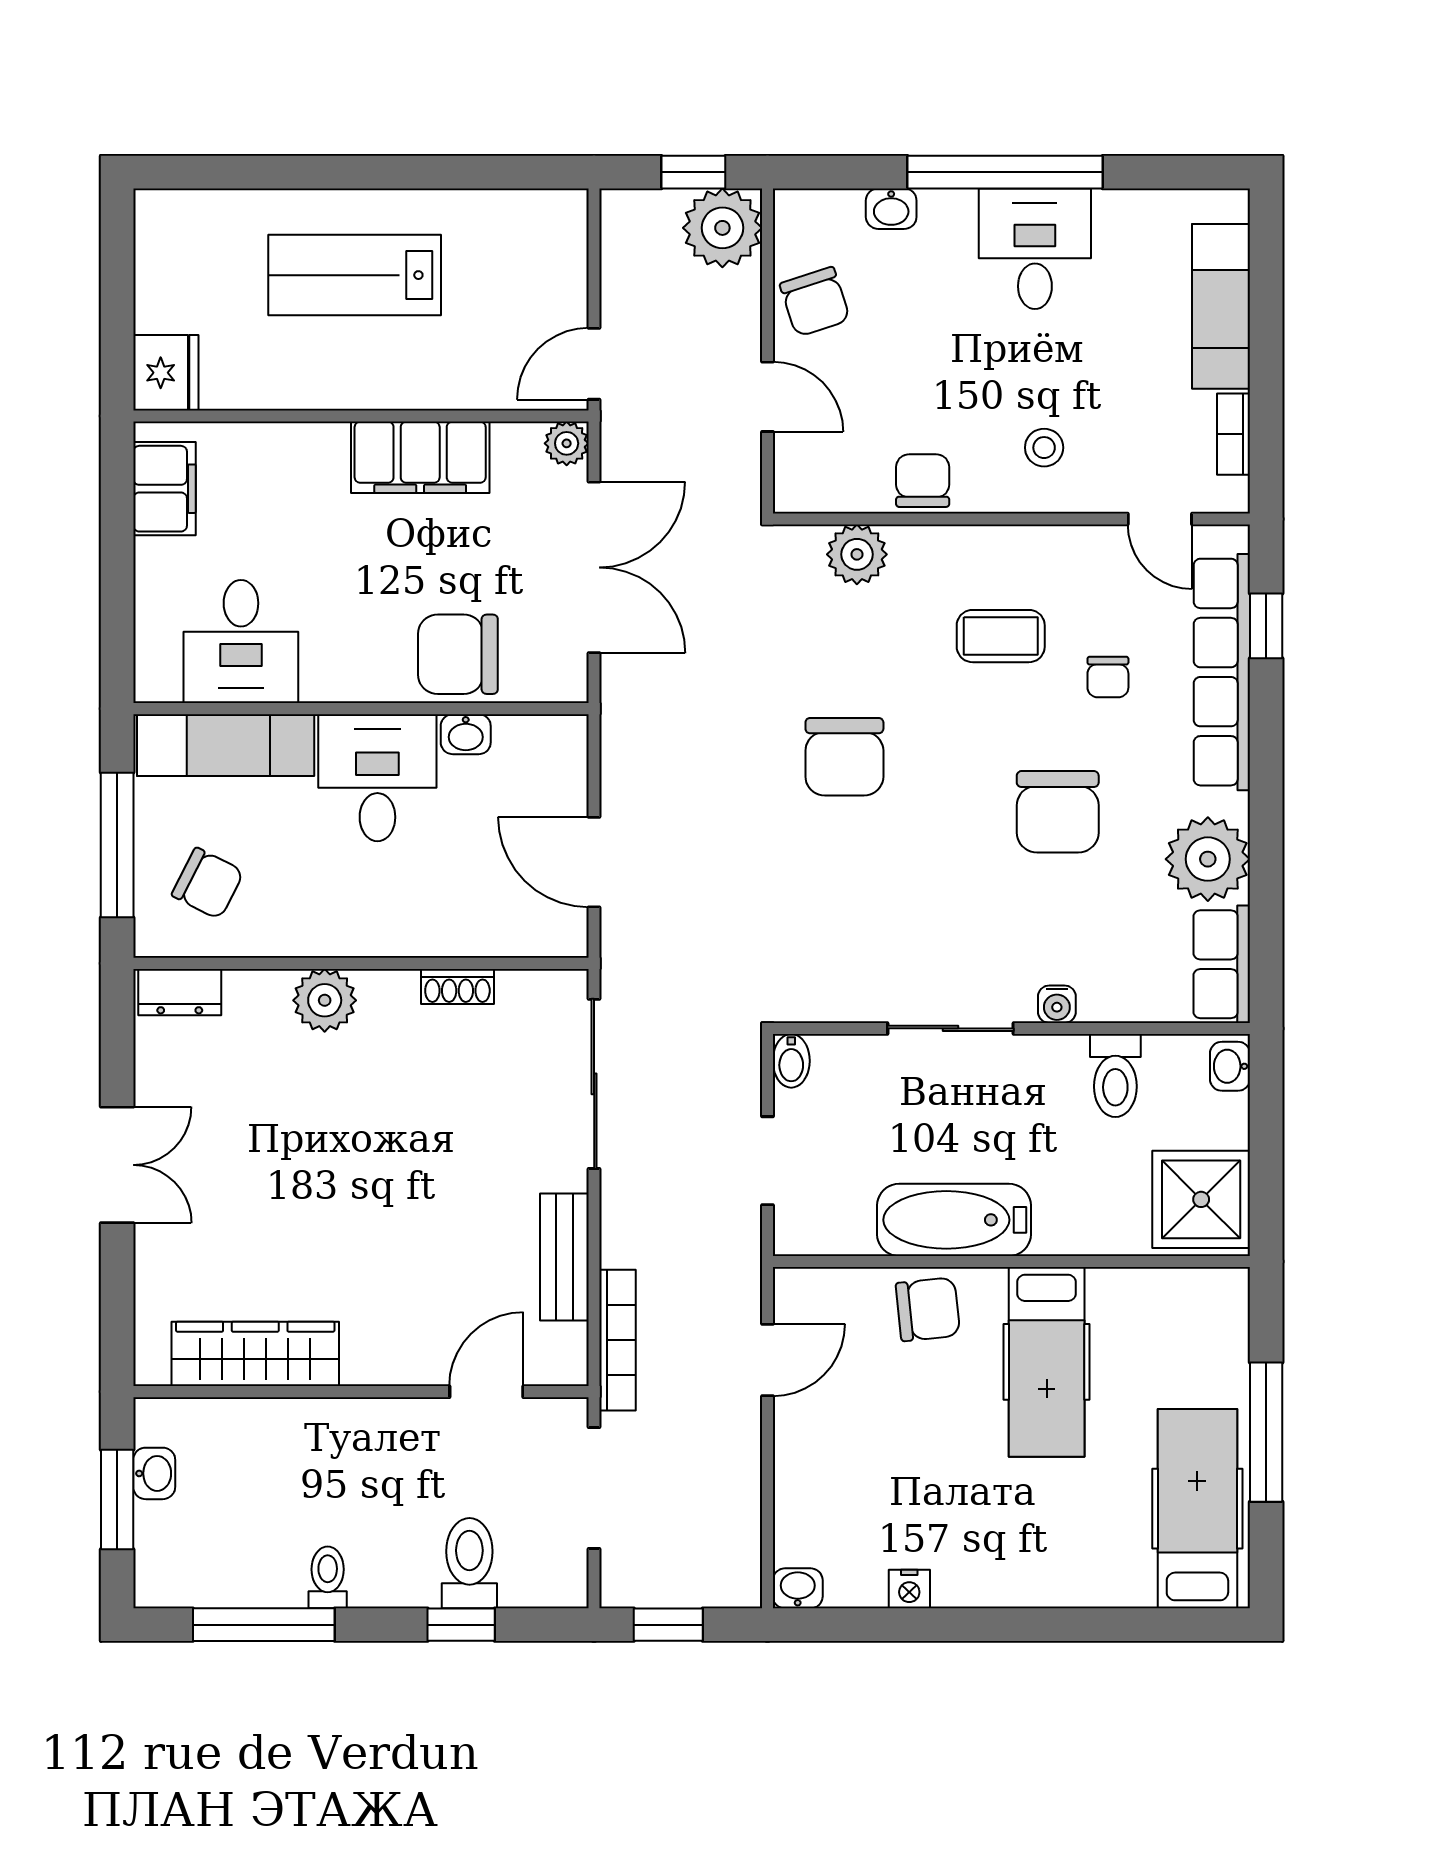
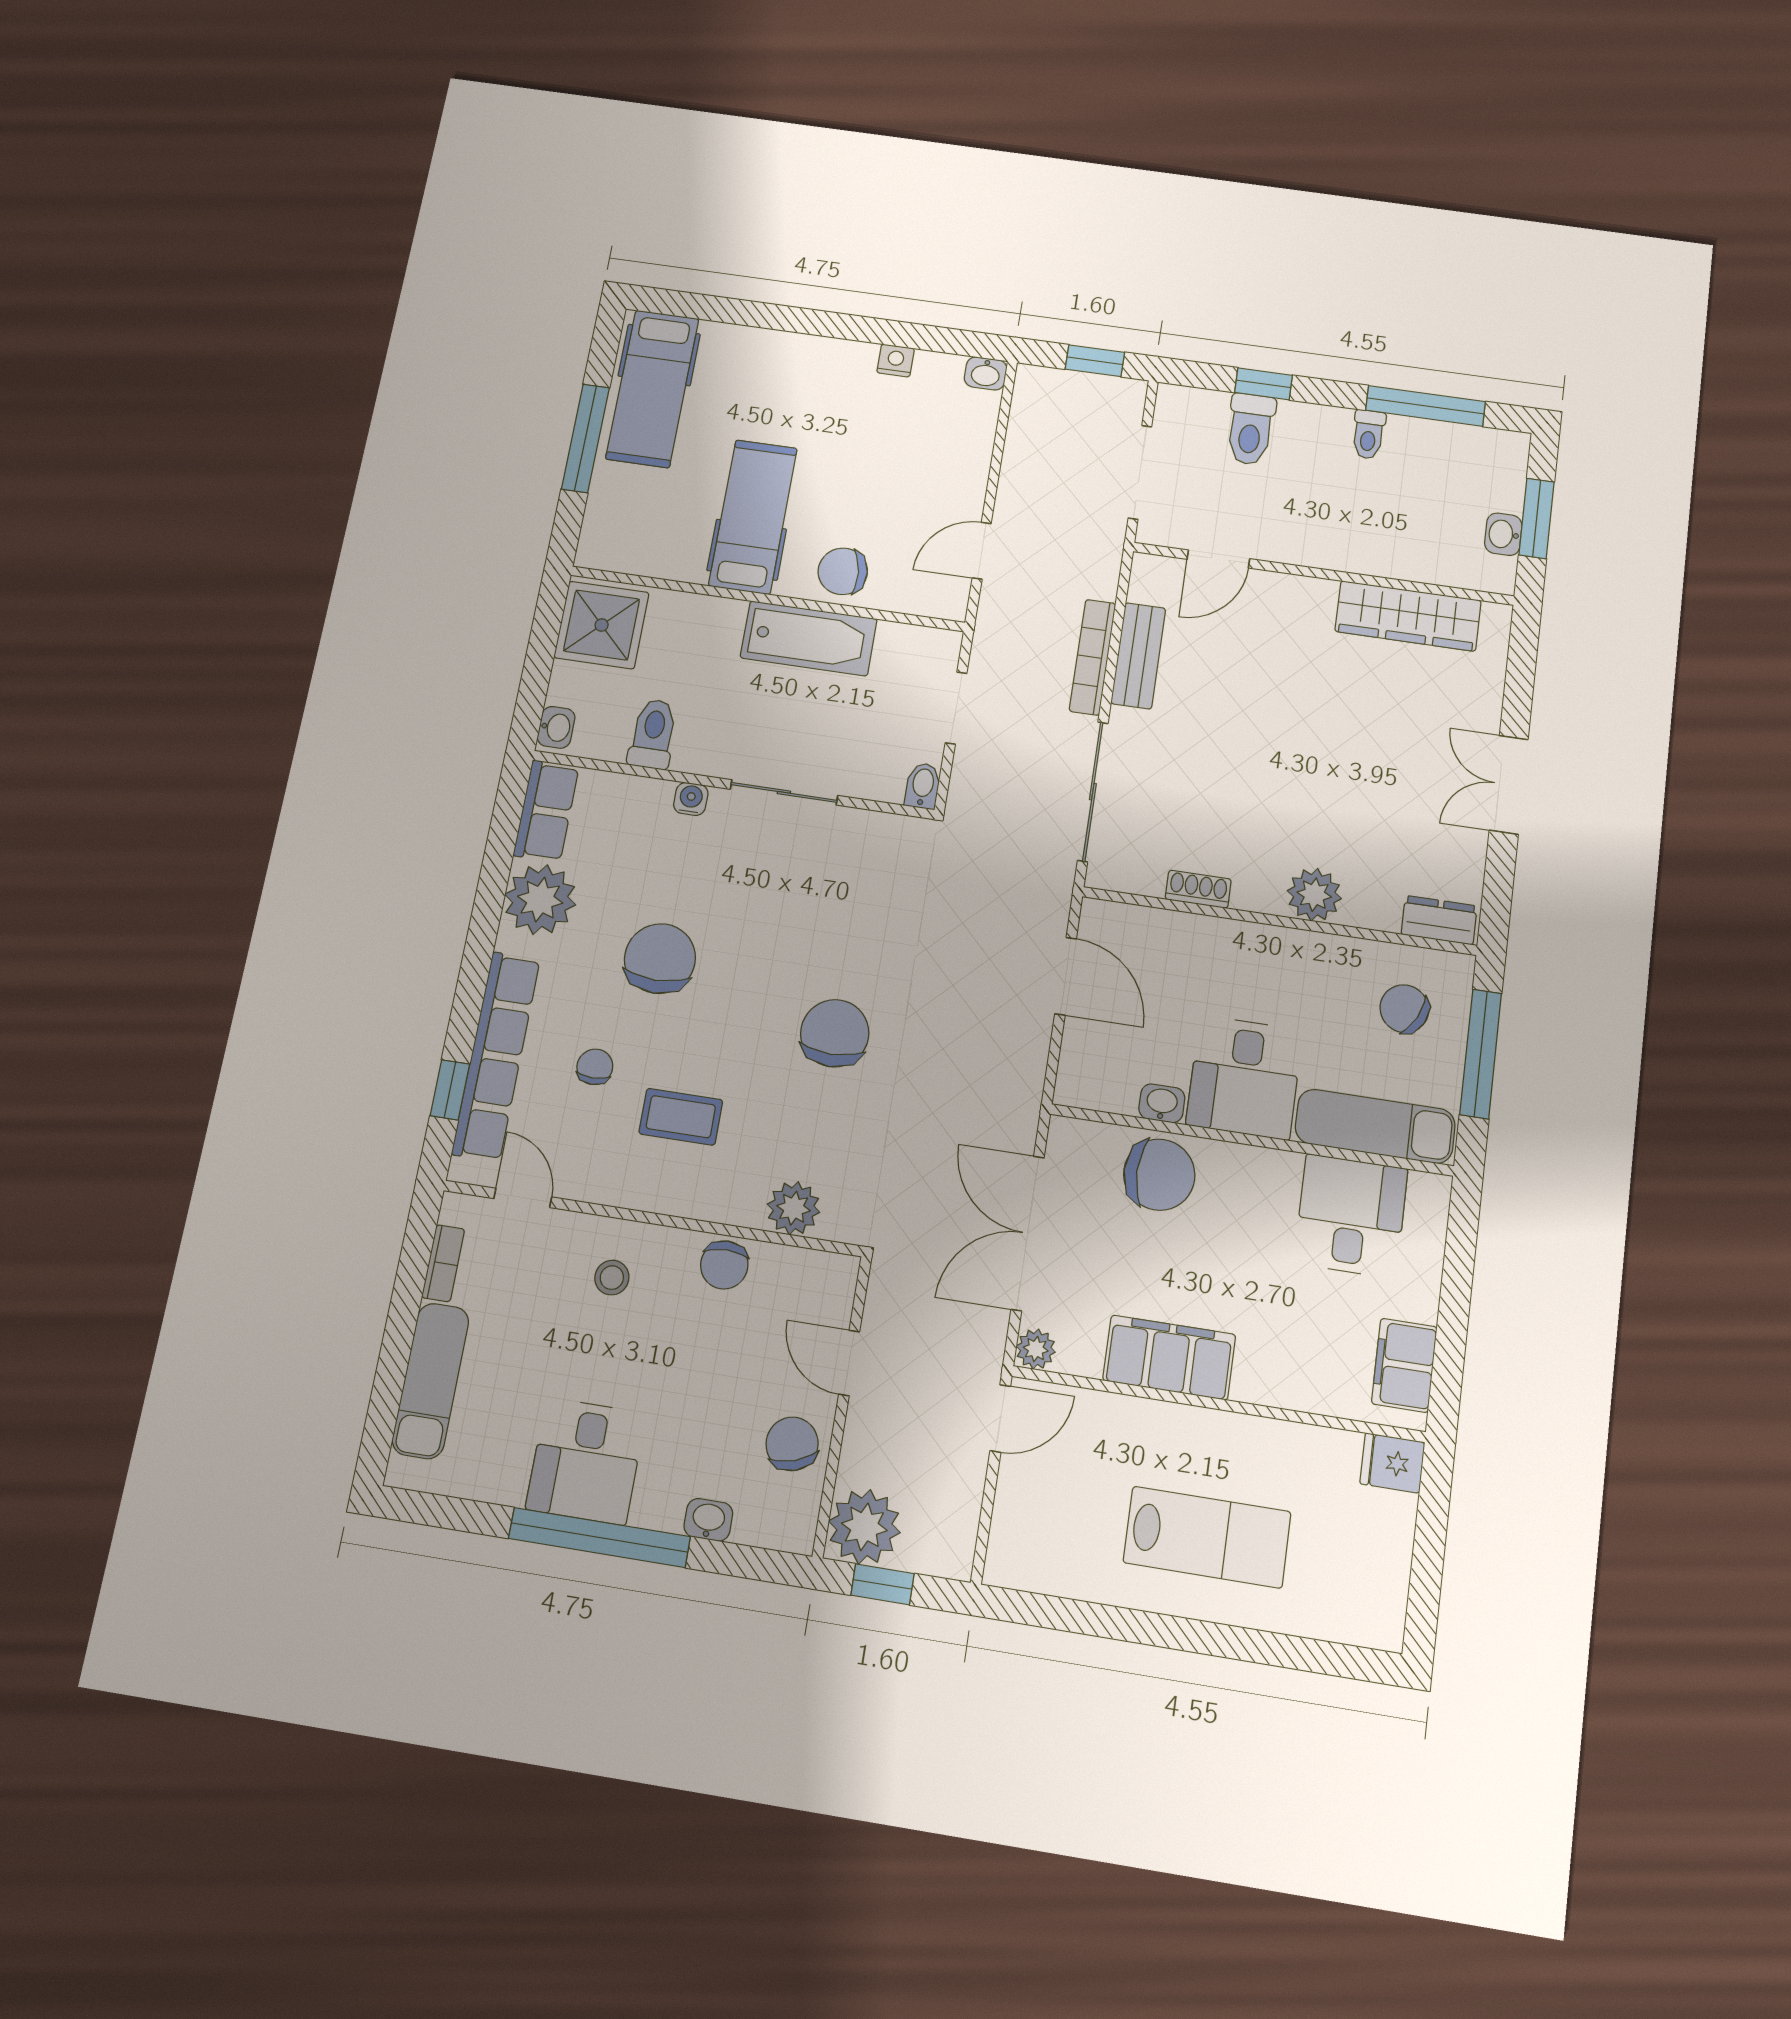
fridge: (166, 373) -> (1392, 1463), width x0.72
bookcase: (617, 1340) -> (1093, 657), moved

